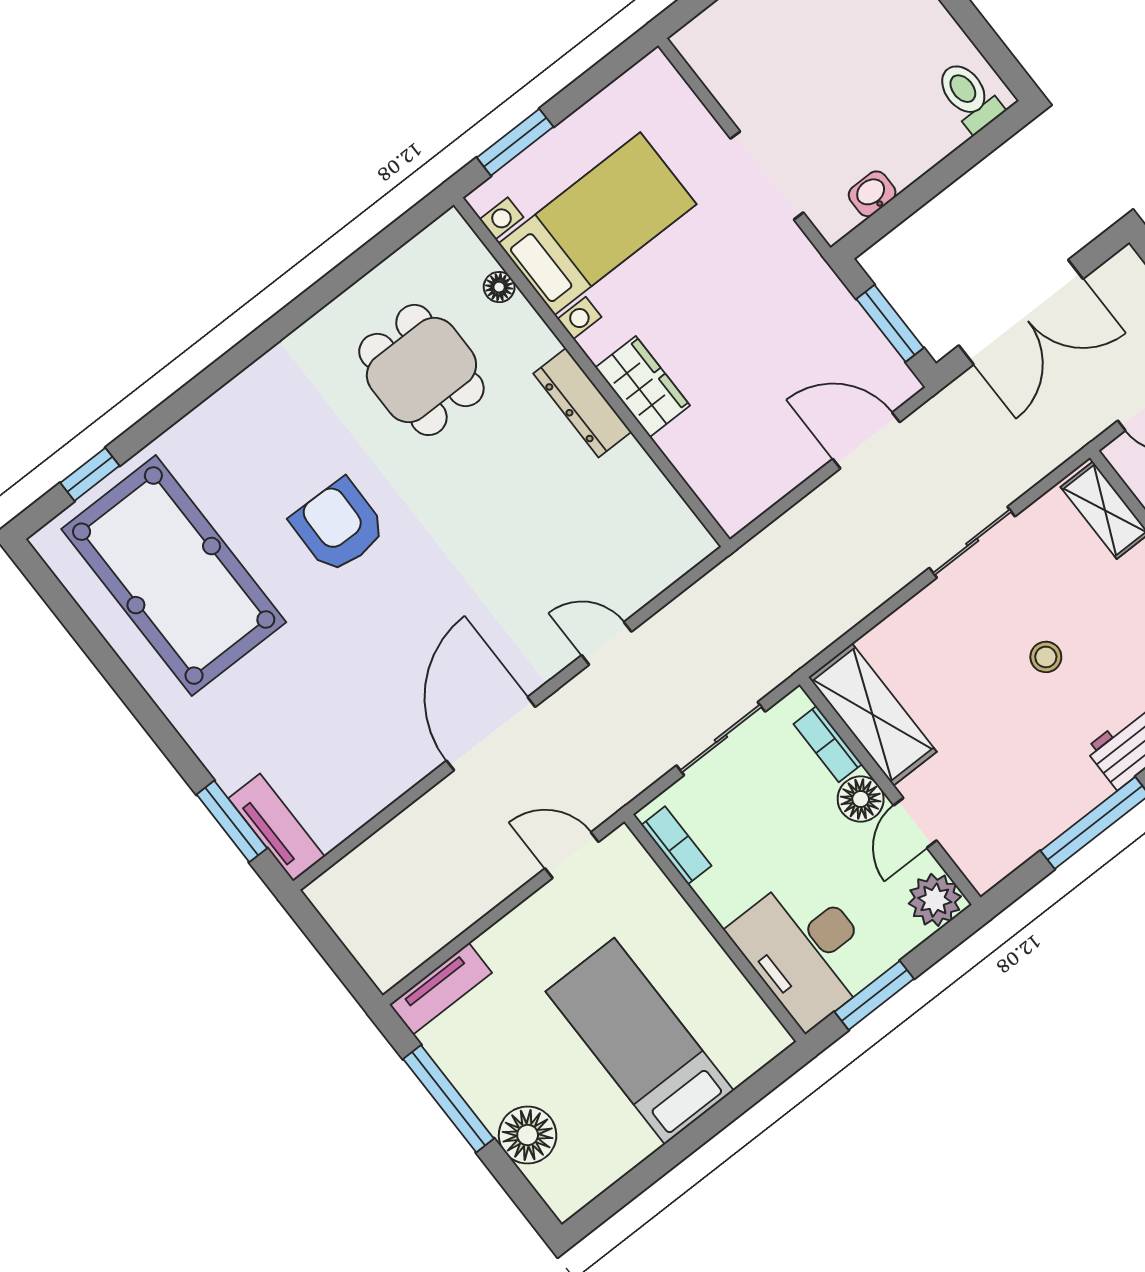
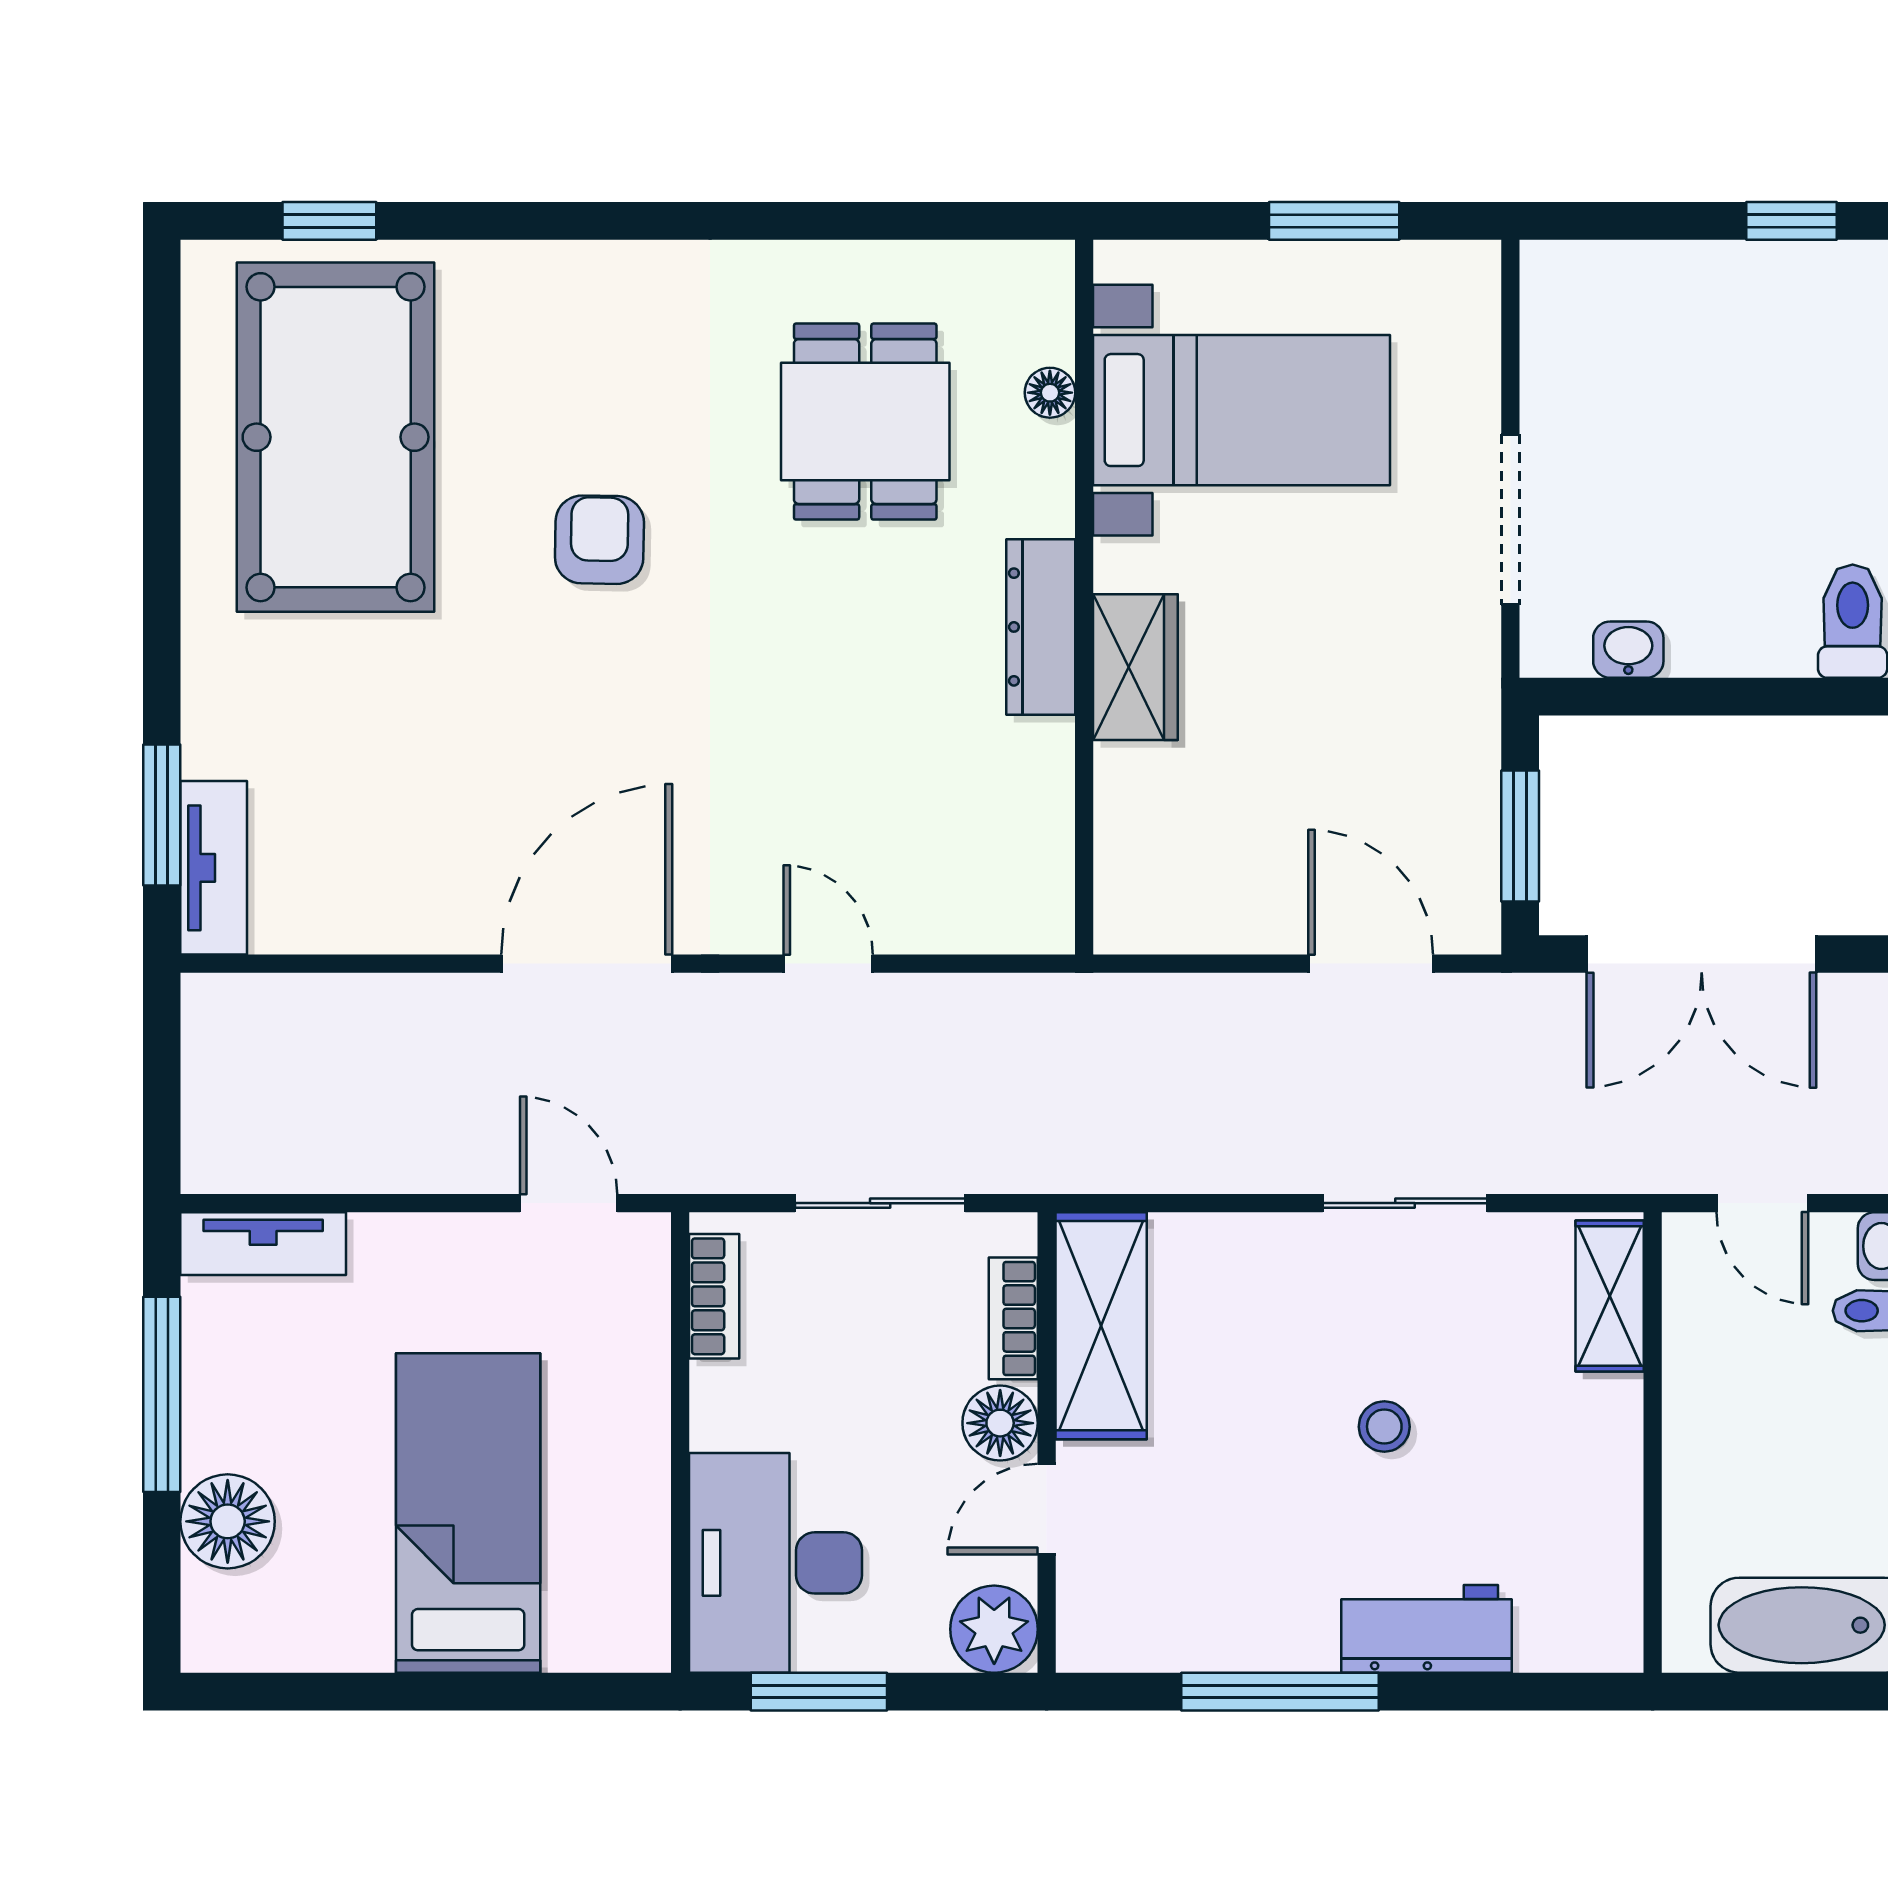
window: (515, 142) -> (1334, 221), moved
armchair: (338, 526) -> (599, 540), width x0.72, depth x0.72

